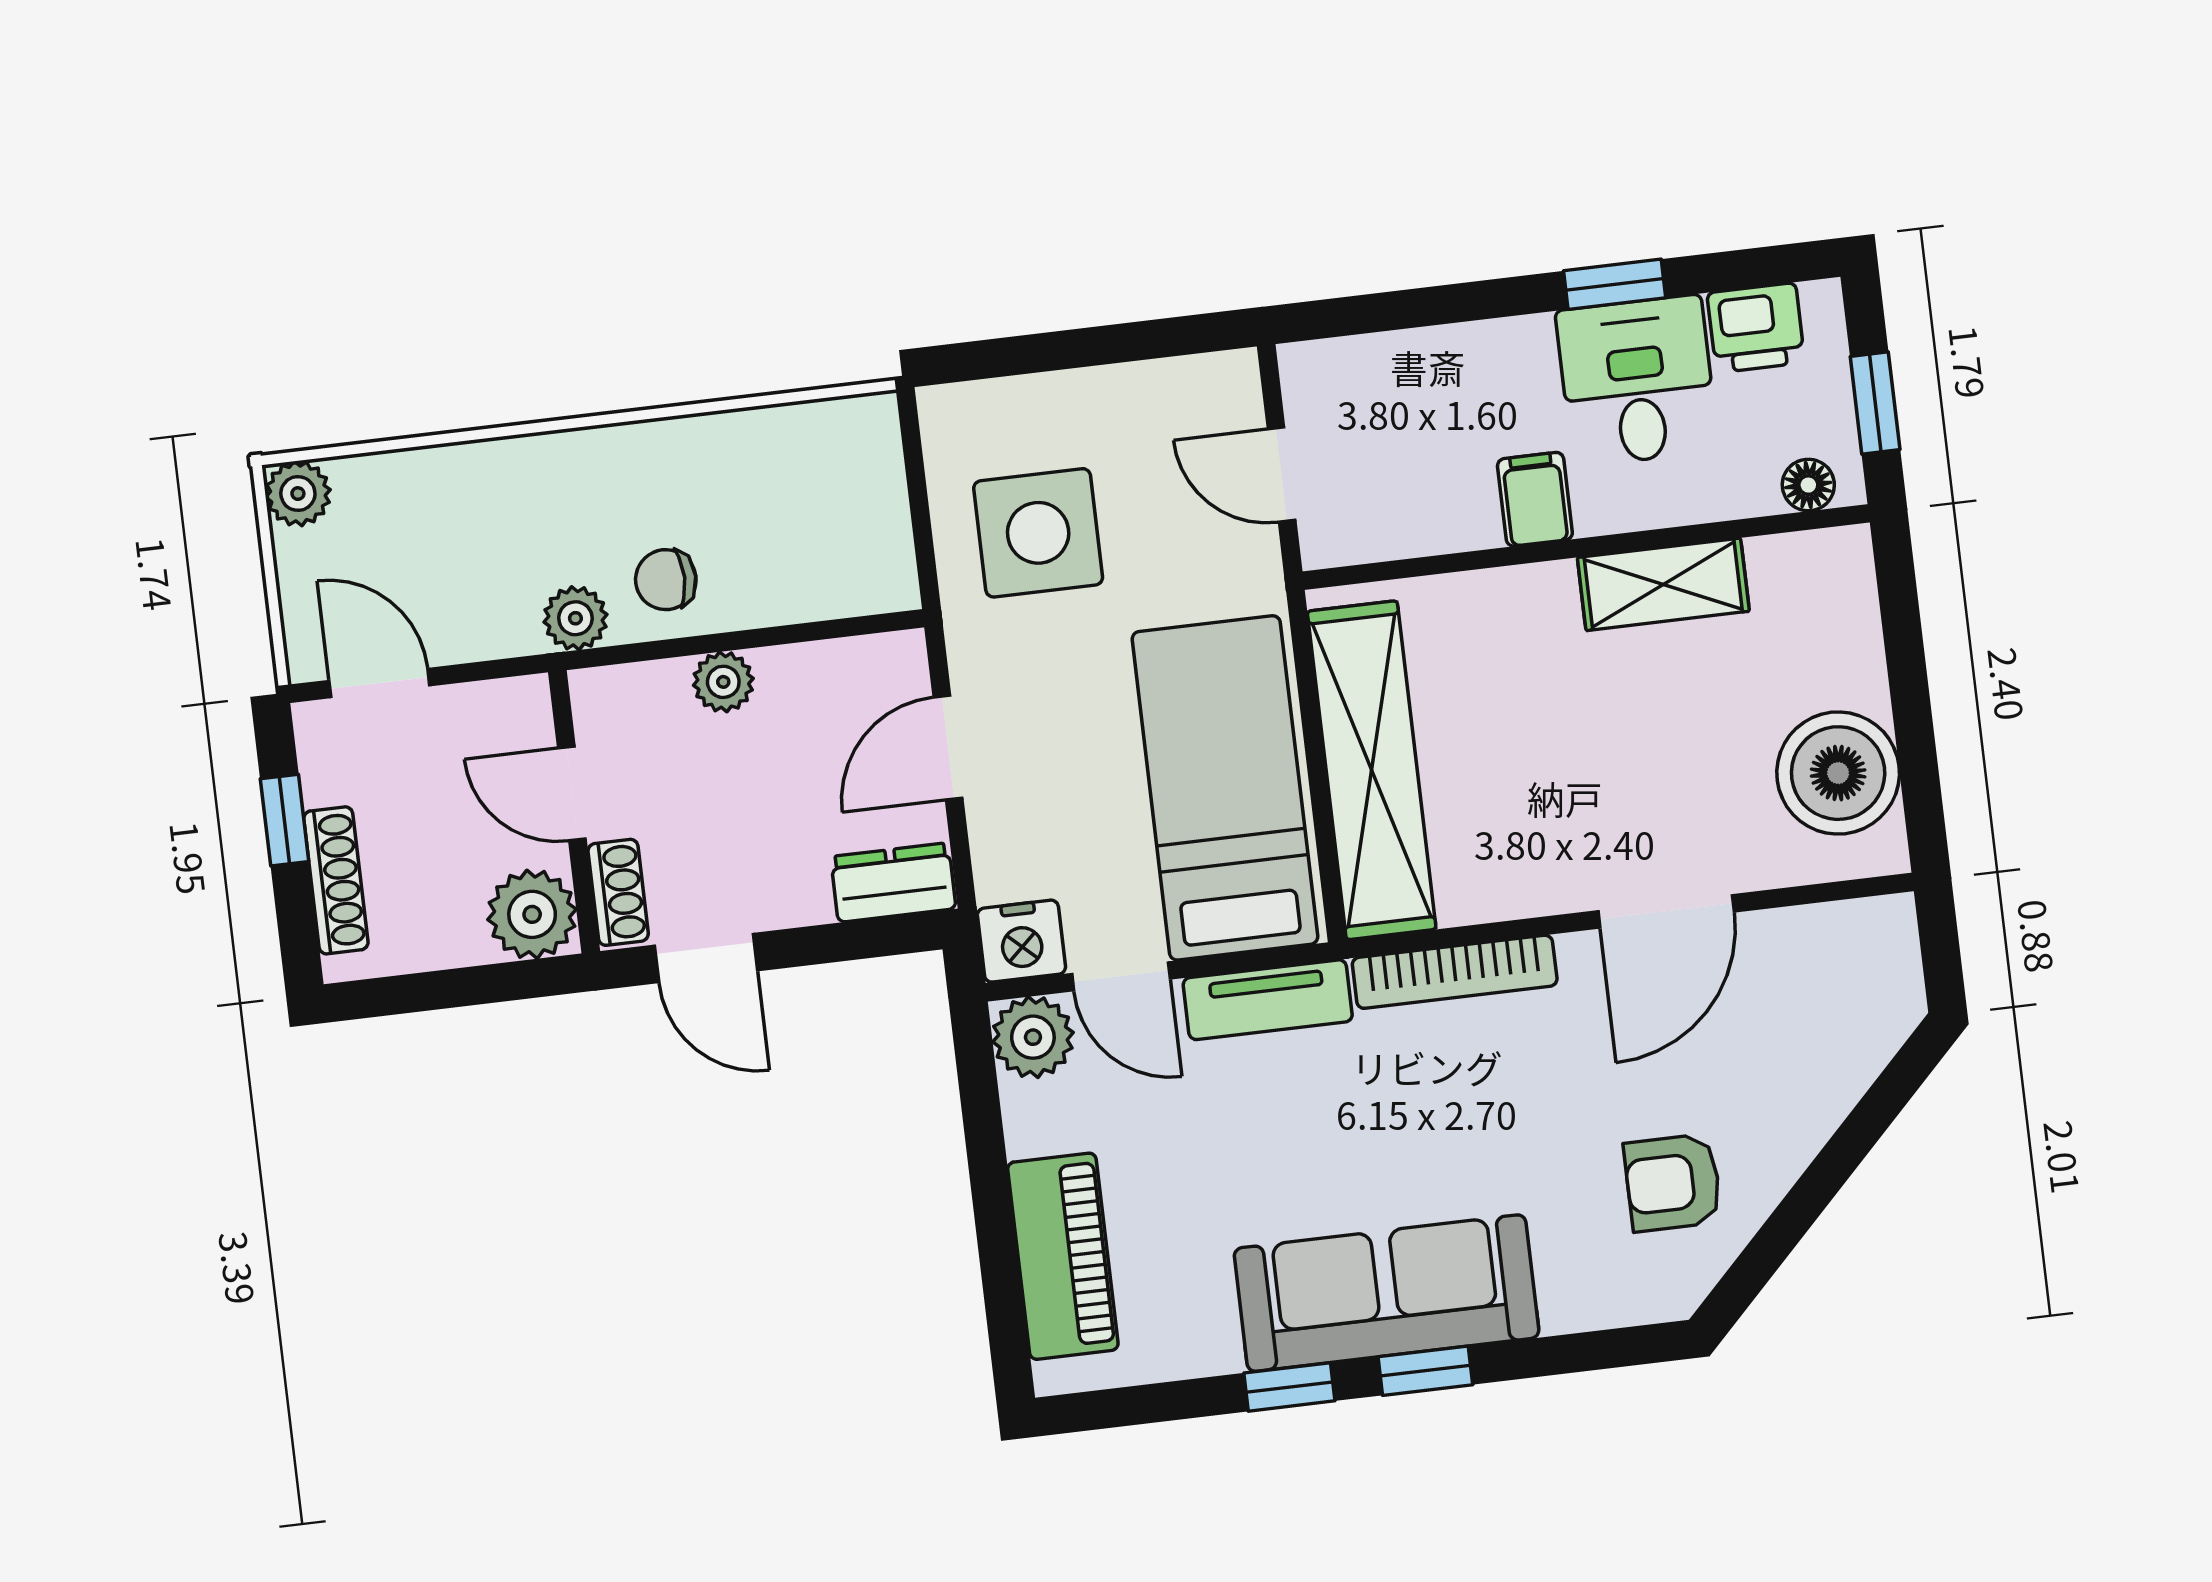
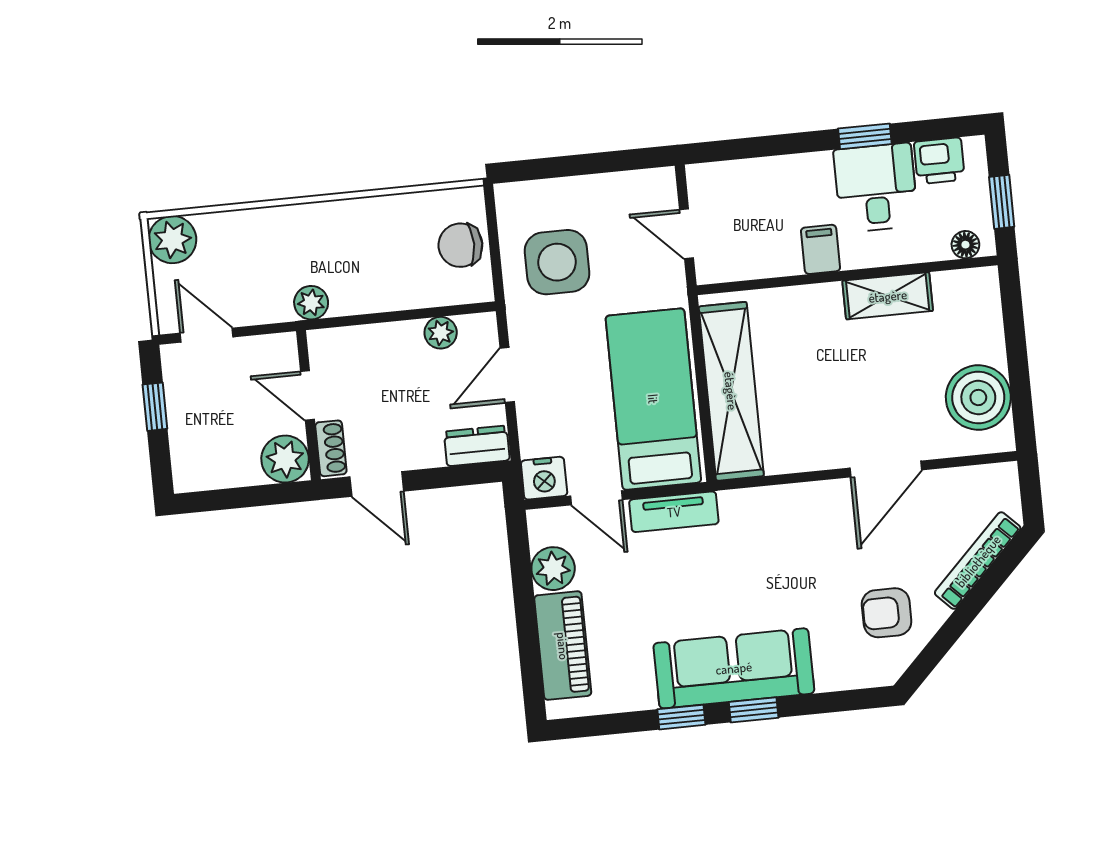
plant: (298, 494) -> (172, 240), width x1.38, depth x1.38
chair: (666, 580) -> (460, 245), moved, width x1.37, depth x1.37
plant: (723, 682) -> (441, 333), moved
shoe rack: (336, 880) -> (182, 439), removed
bookcase: (1455, 972) -> (978, 561), moved, turned 135
plant: (1033, 1037) -> (553, 569), moved

